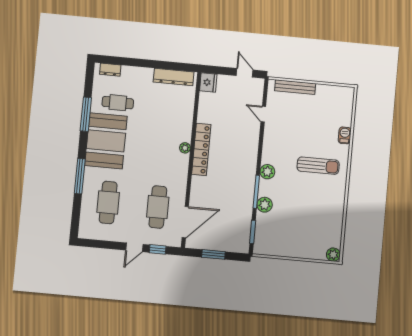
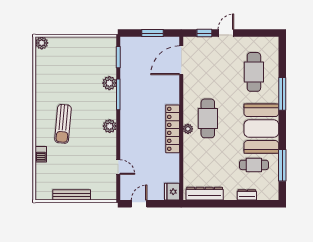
dresser: (110, 70) -> (247, 195), moved
door: (245, 73) -> (139, 204), swing flipped
bench: (295, 87) -> (72, 195), moved
window: (86, 114) -> (282, 165), moved
sun lounger: (318, 166) -> (63, 124), turned -85
plant: (267, 172) -> (110, 126), moved
cafe table: (158, 207) -> (208, 118), moved

